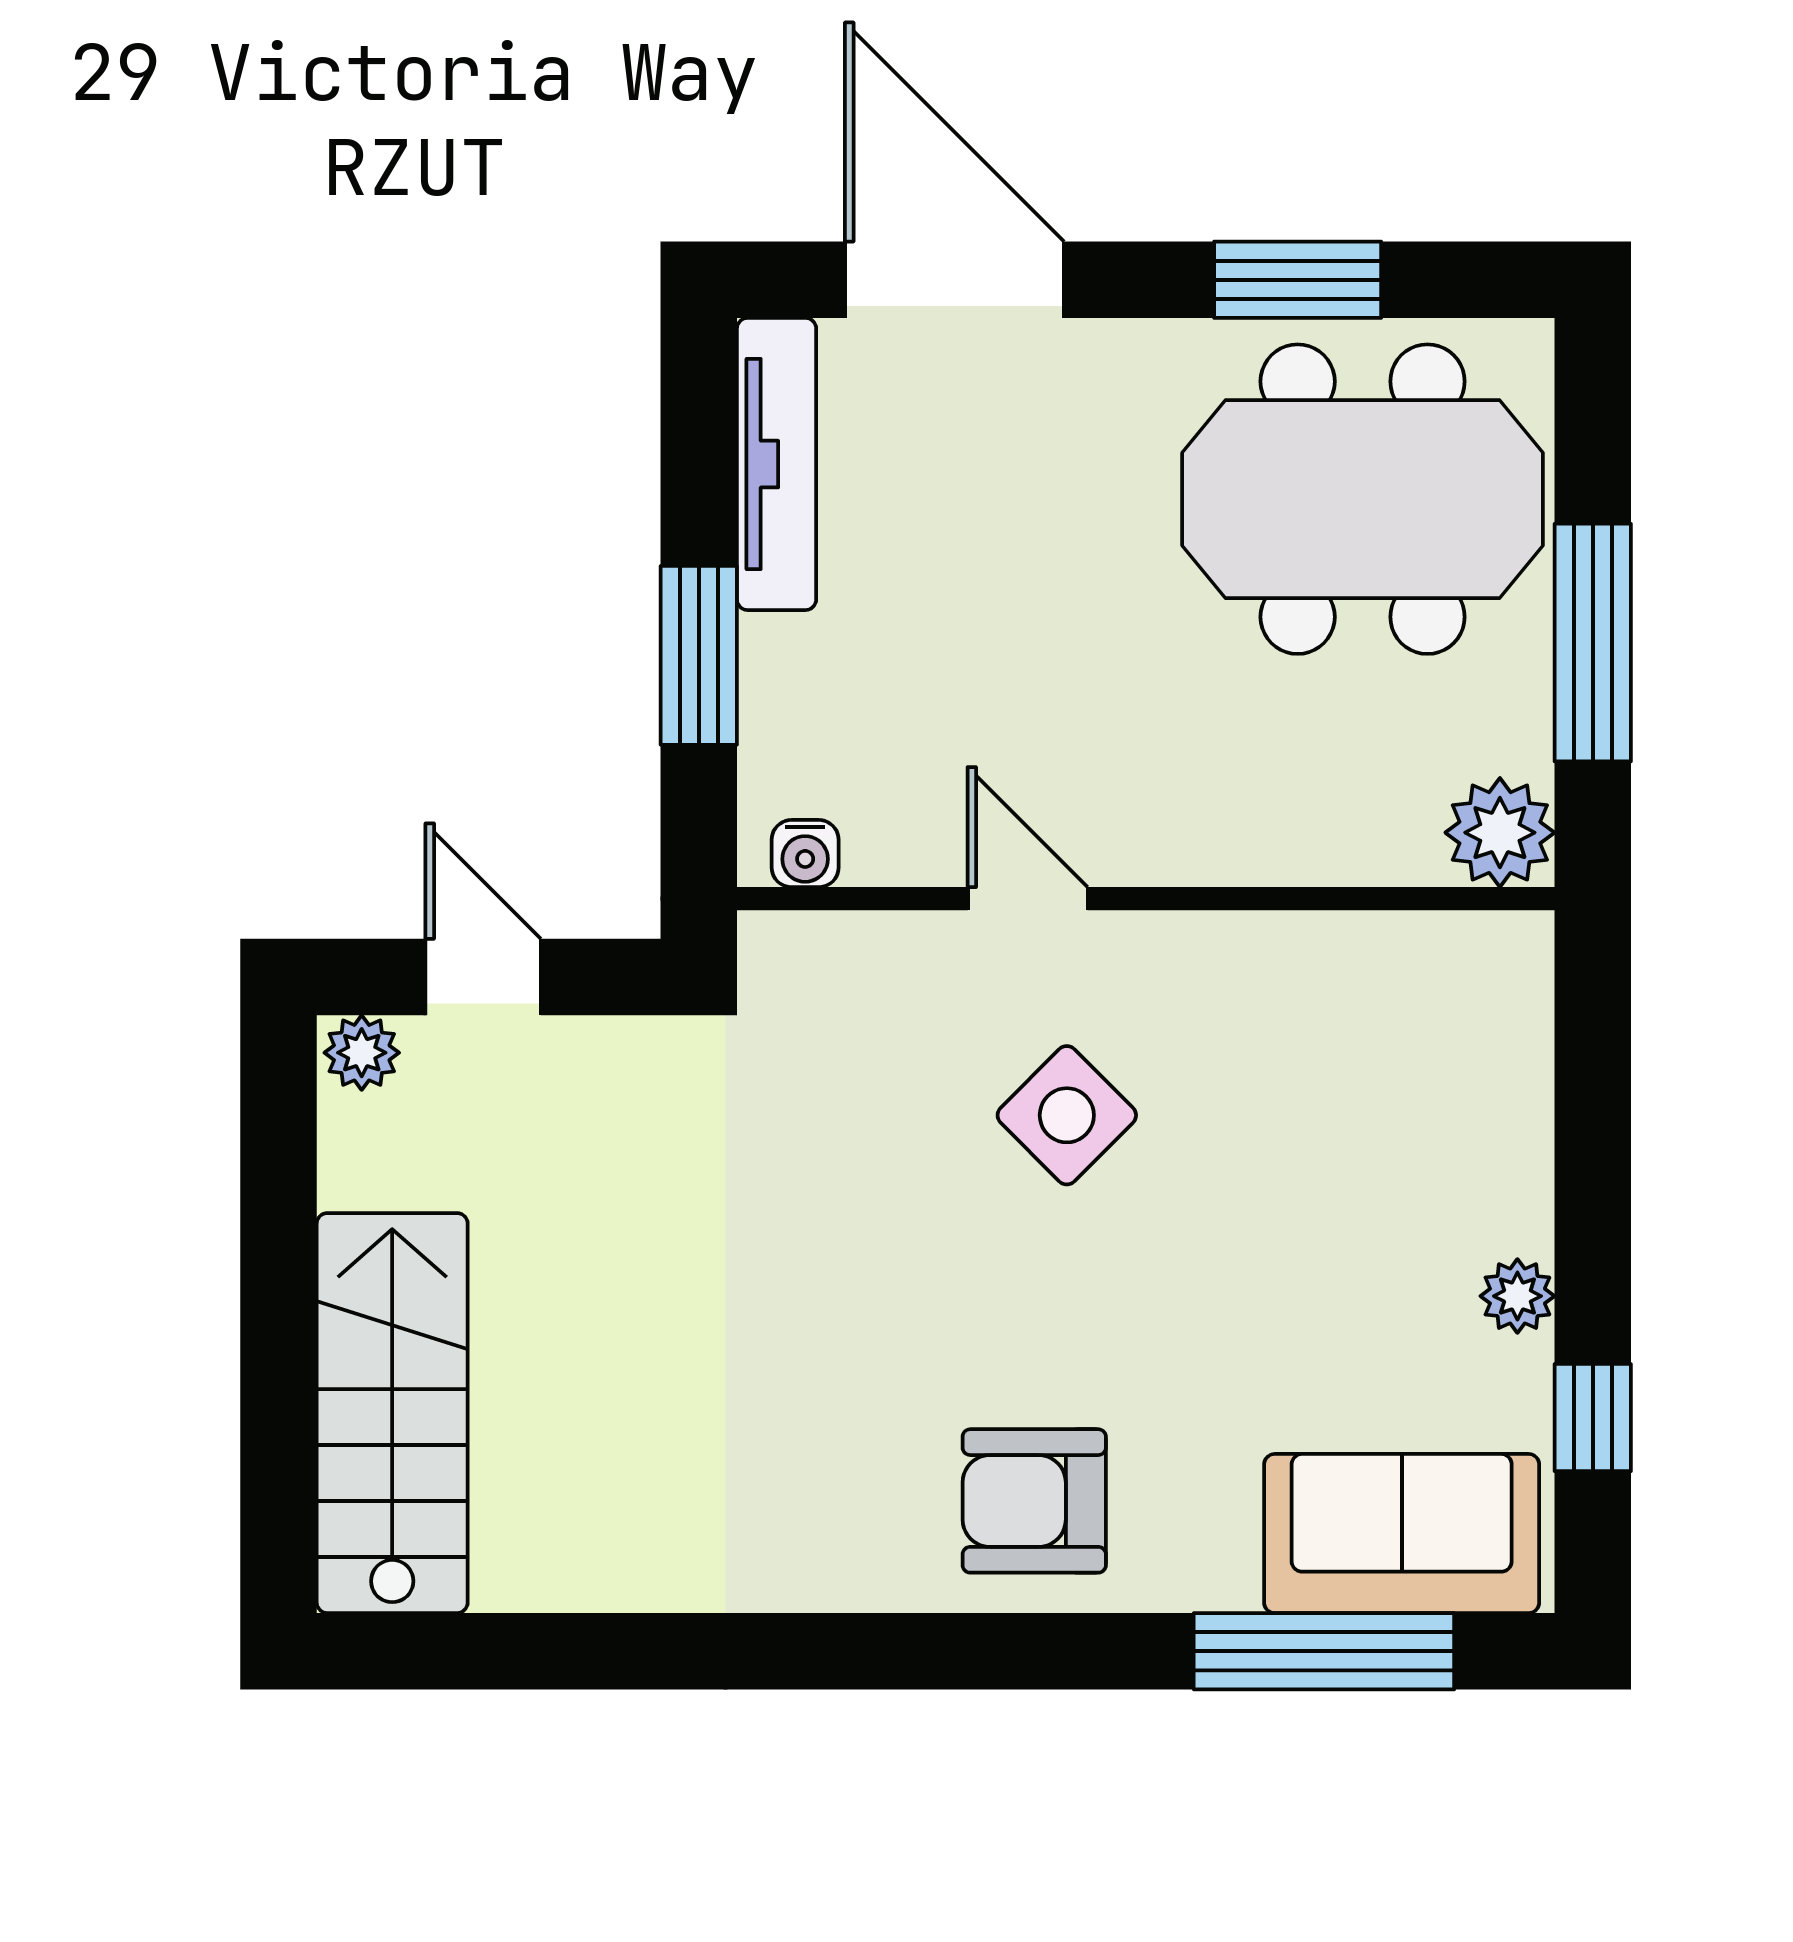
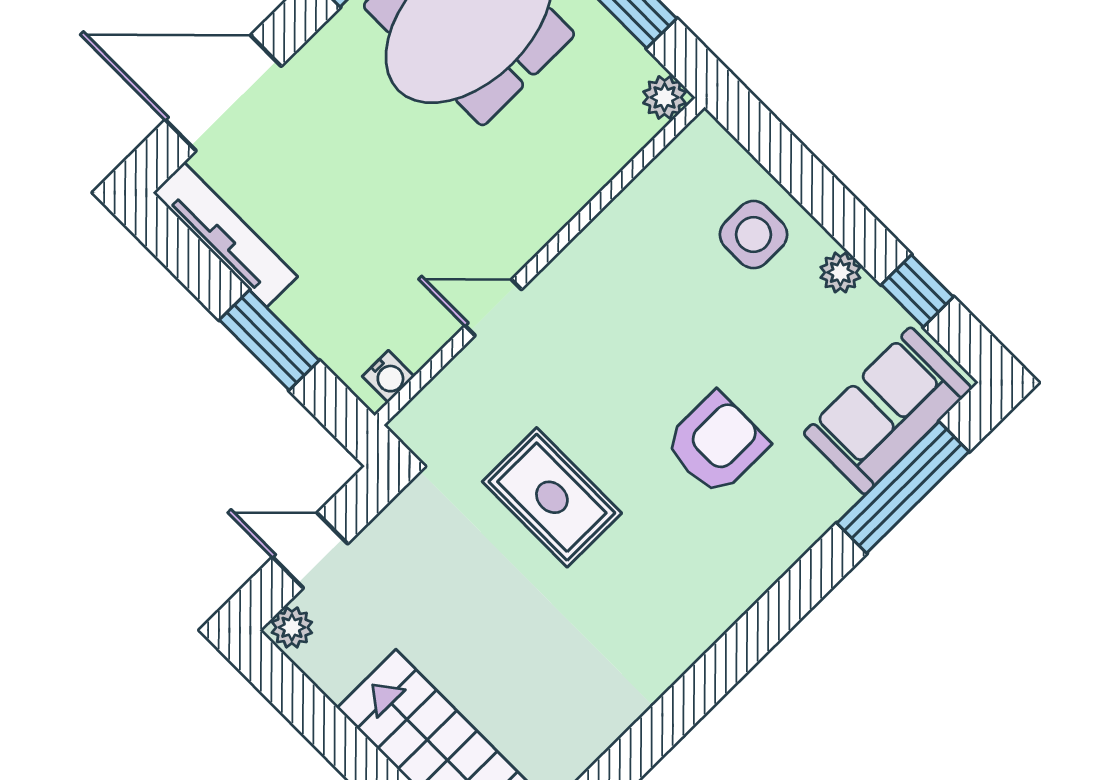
plant: (1500, 833) -> (665, 97), width x0.73, depth x0.73
side table: (1067, 1115) -> (754, 235), moved, turned 45
rug: (861, 1217) -> (552, 497), added
armchair: (1034, 1501) -> (716, 444), moved, turned 180

